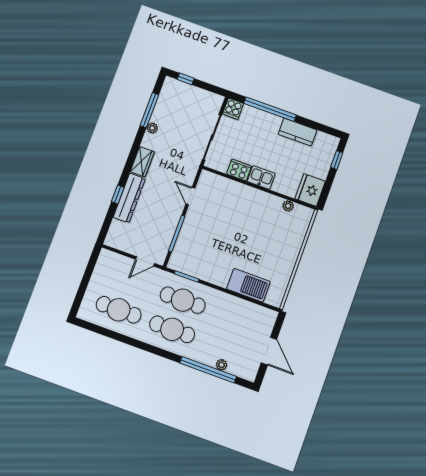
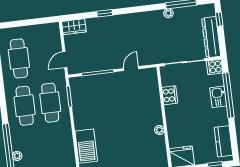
kitchen counter: (298, 132) -> (223, 141), moved
wardrobe: (142, 162) -> (74, 27), moved
kitchen sink: (261, 178) -> (218, 97), moved, turned 180
dresser: (129, 198) -> (211, 37), moved, turned 90
plant: (288, 206) -> (159, 130), moved
door: (145, 261) -> (65, 60), hinge flipped

